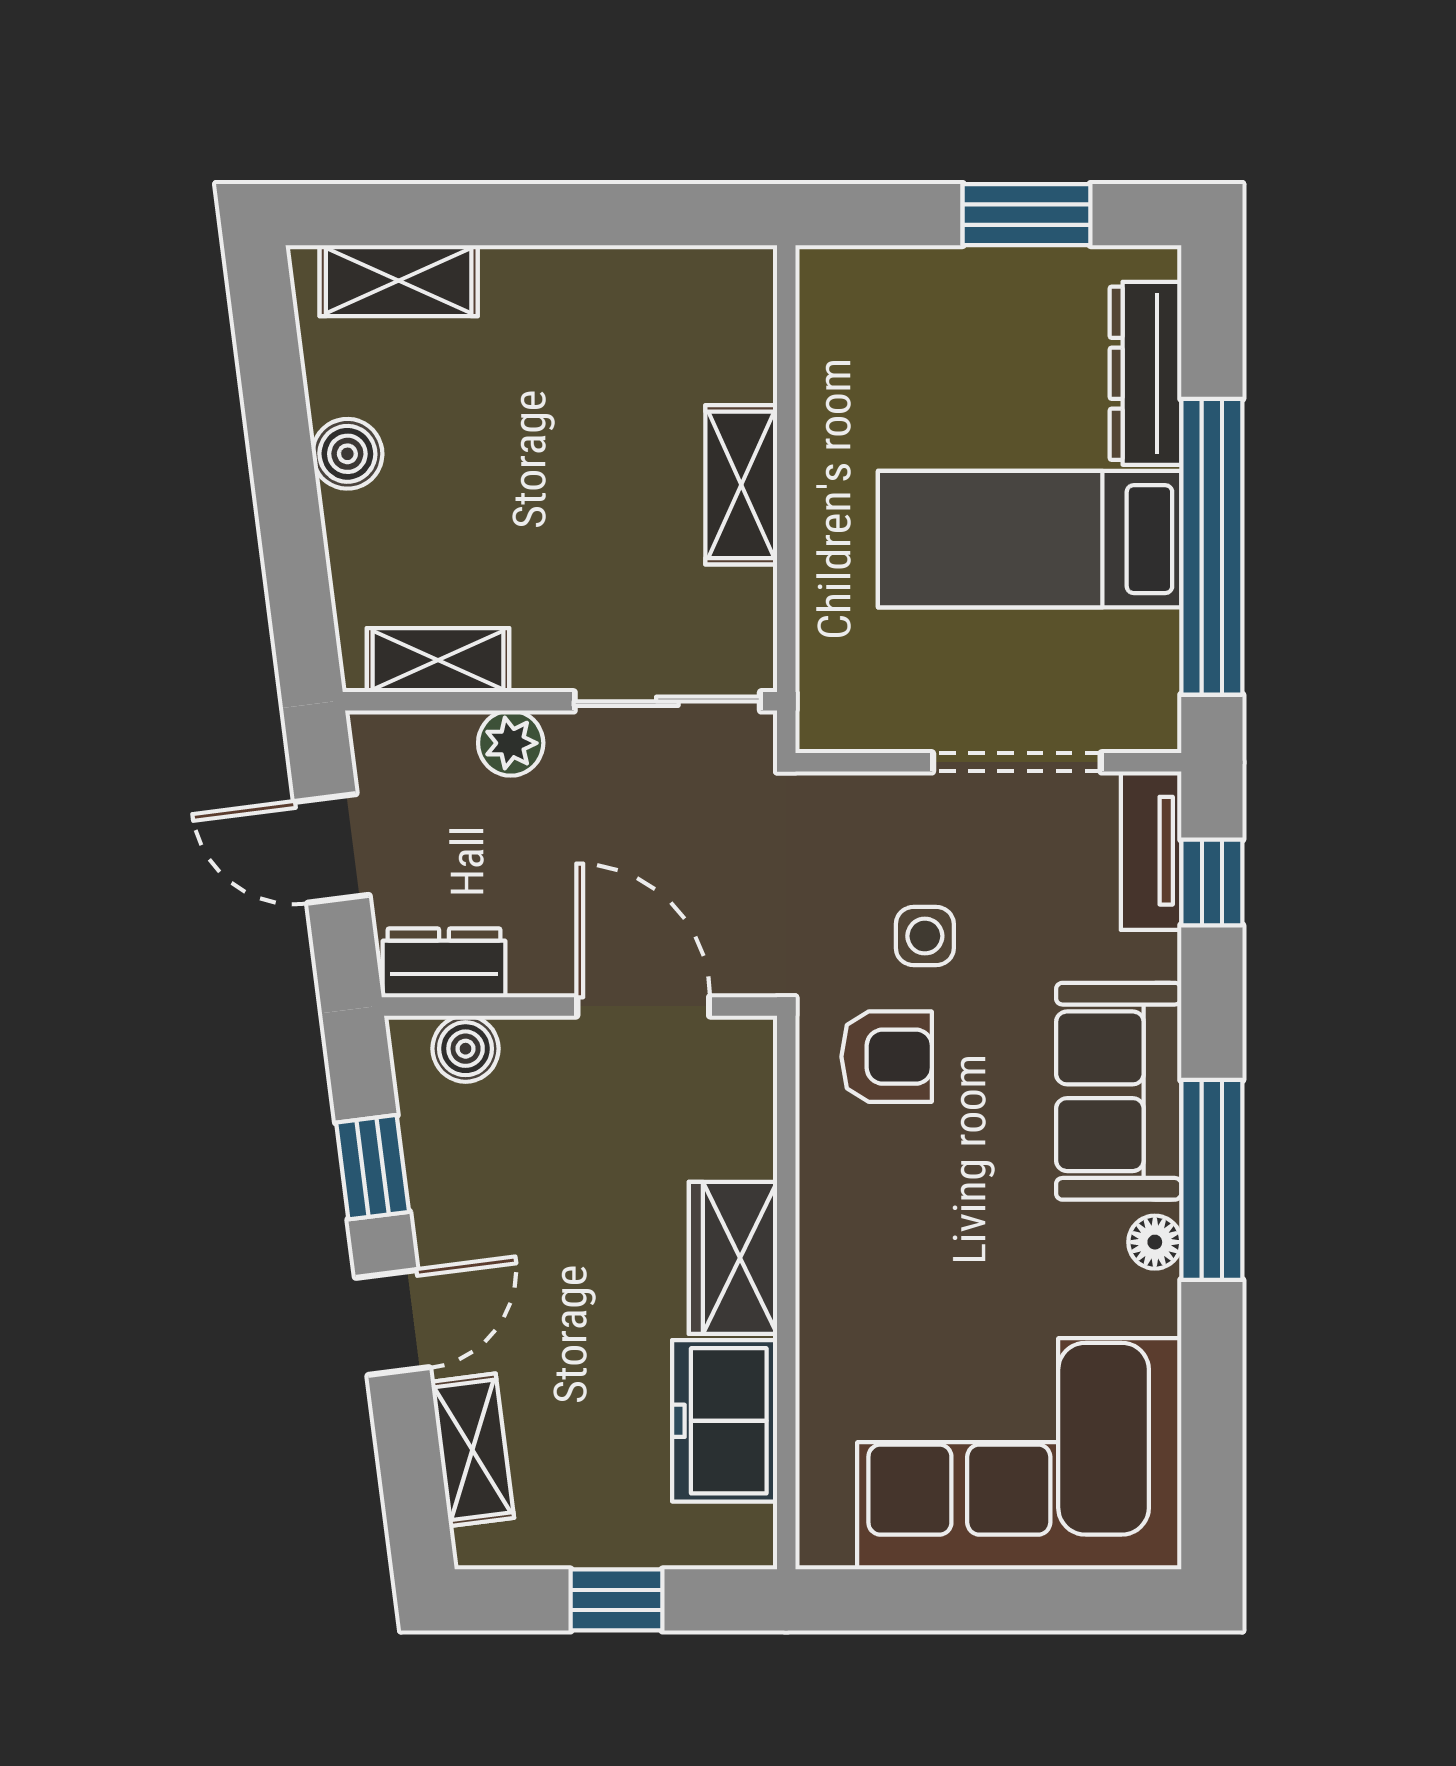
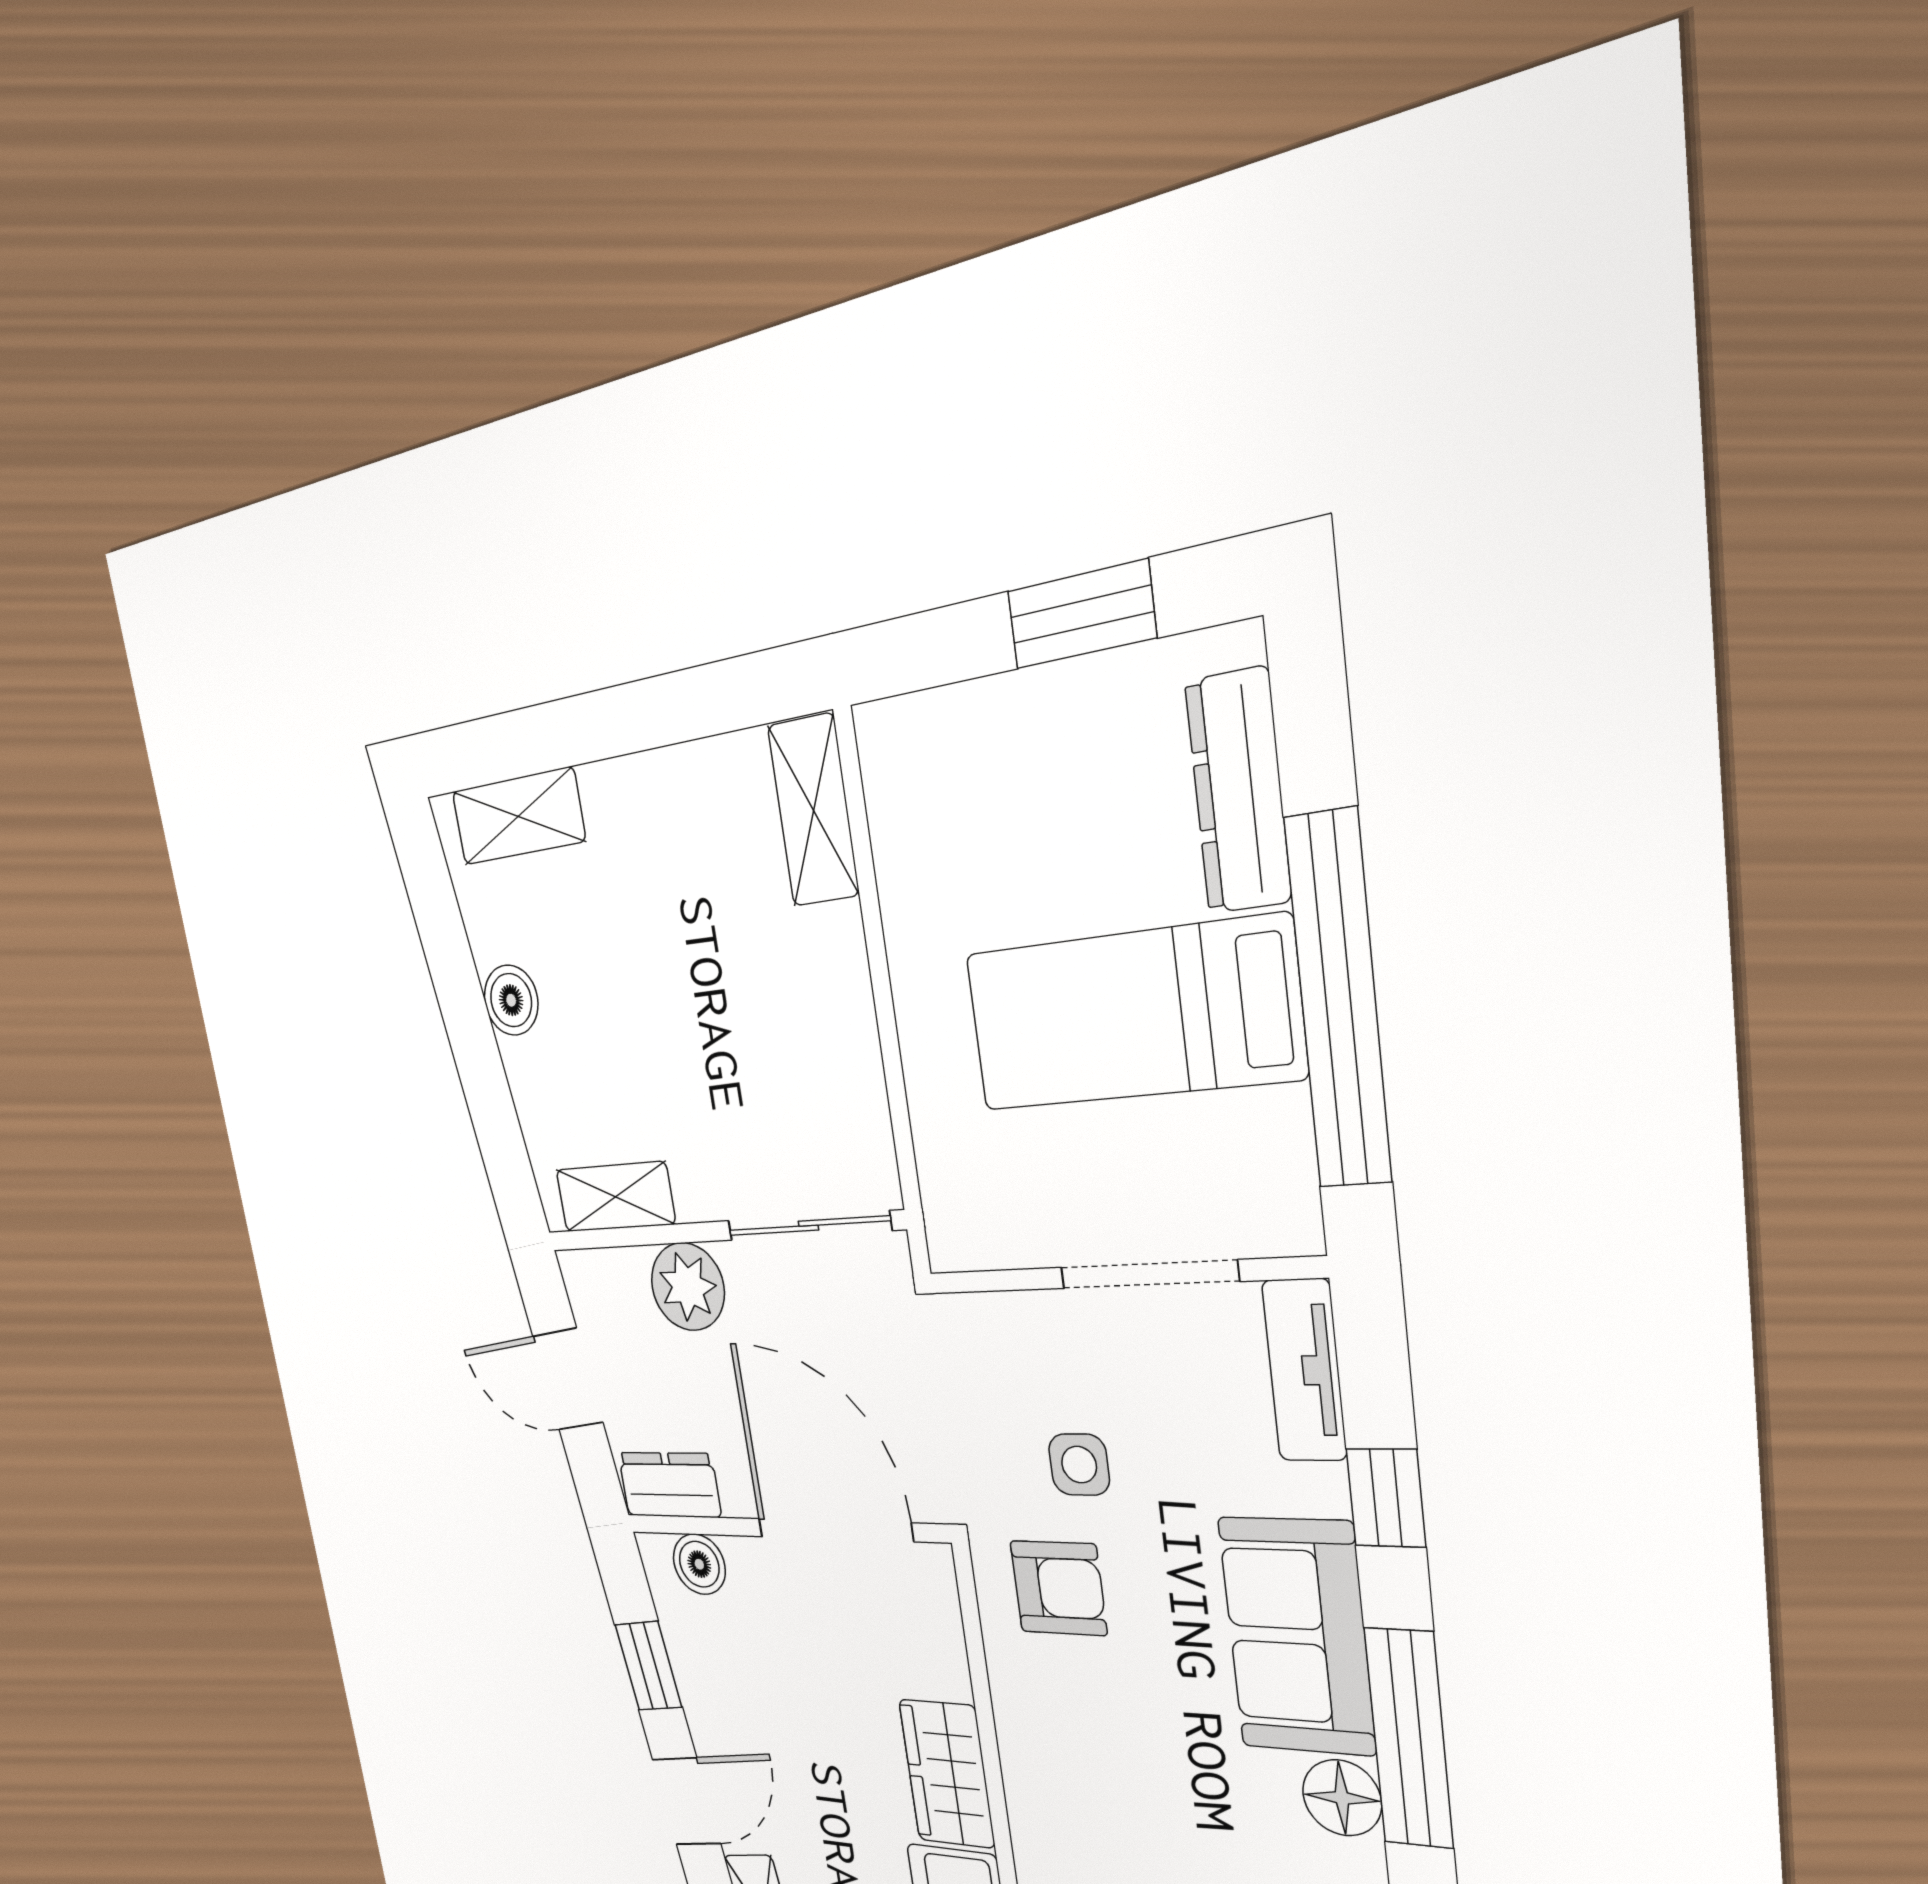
shelving: (741, 485) -> (813, 811), moved
plant: (511, 743) -> (688, 1287), width x1.38, depth x1.38
window: (1212, 882) -> (1386, 1498), moved
door: (643, 1006) -> (835, 1530), width x1.36
floor lamp: (1155, 1242) -> (1342, 1798), width x1.37, depth x1.37

